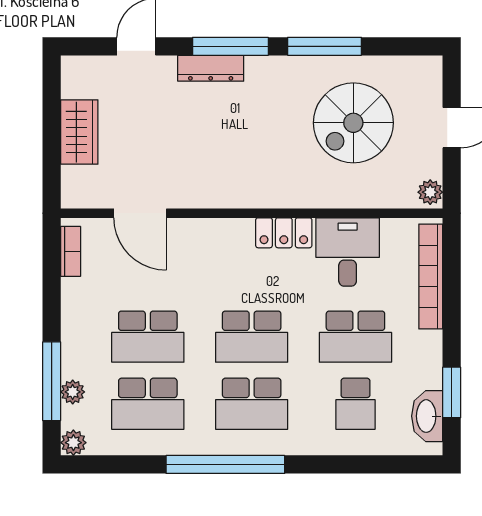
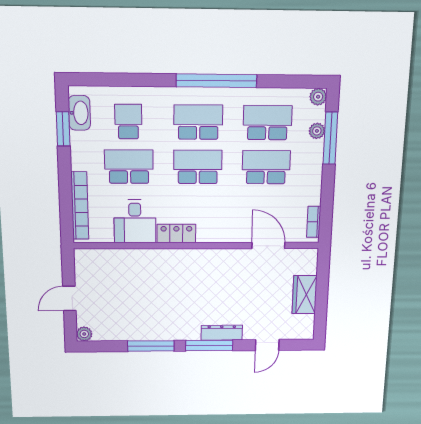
spiral stairs: (353, 123) -> (132, 301), removed
plant: (430, 192) -> (84, 334), moved

